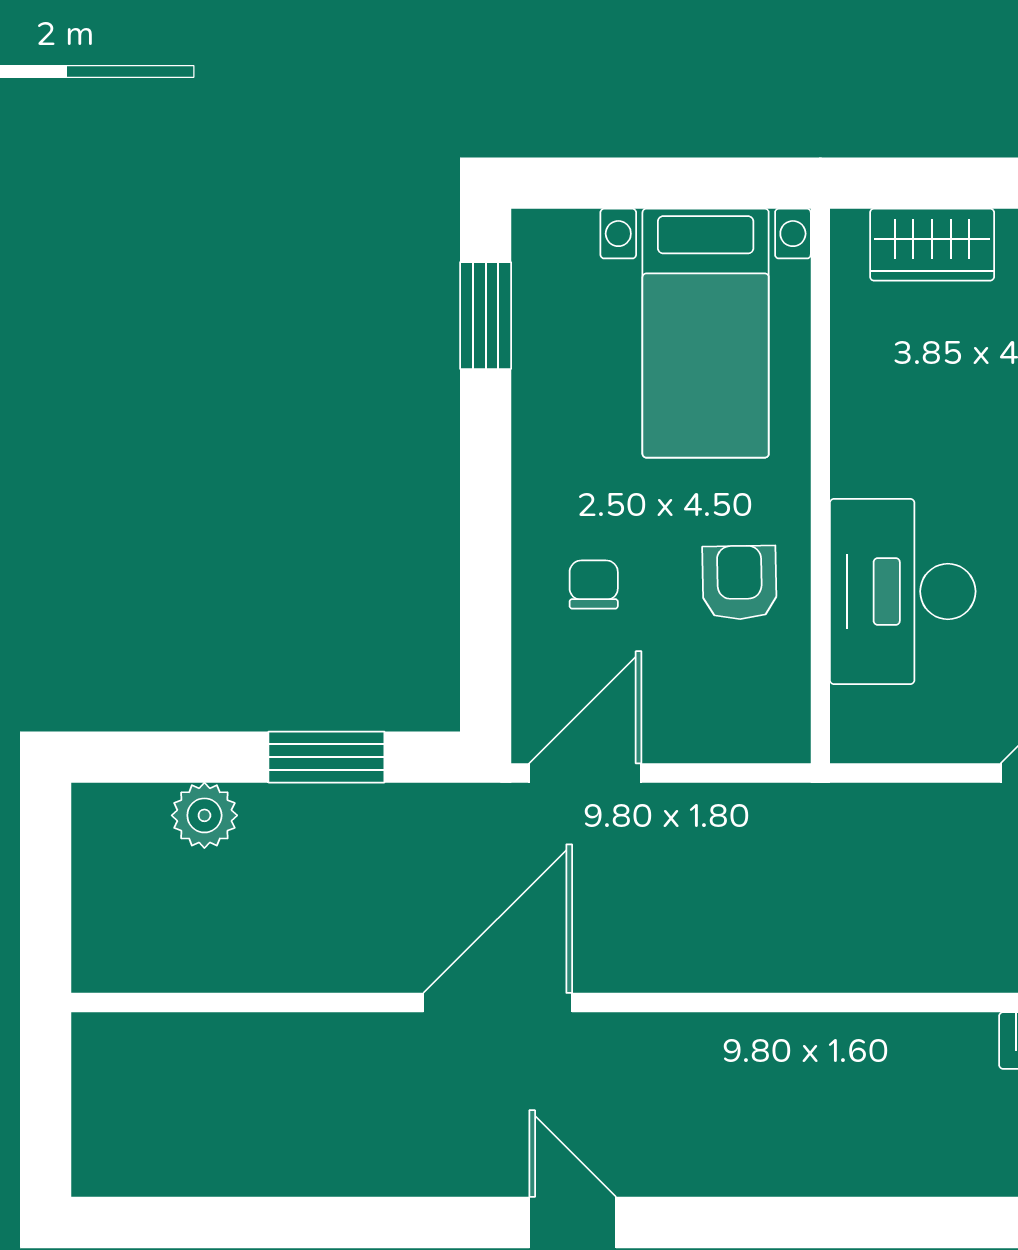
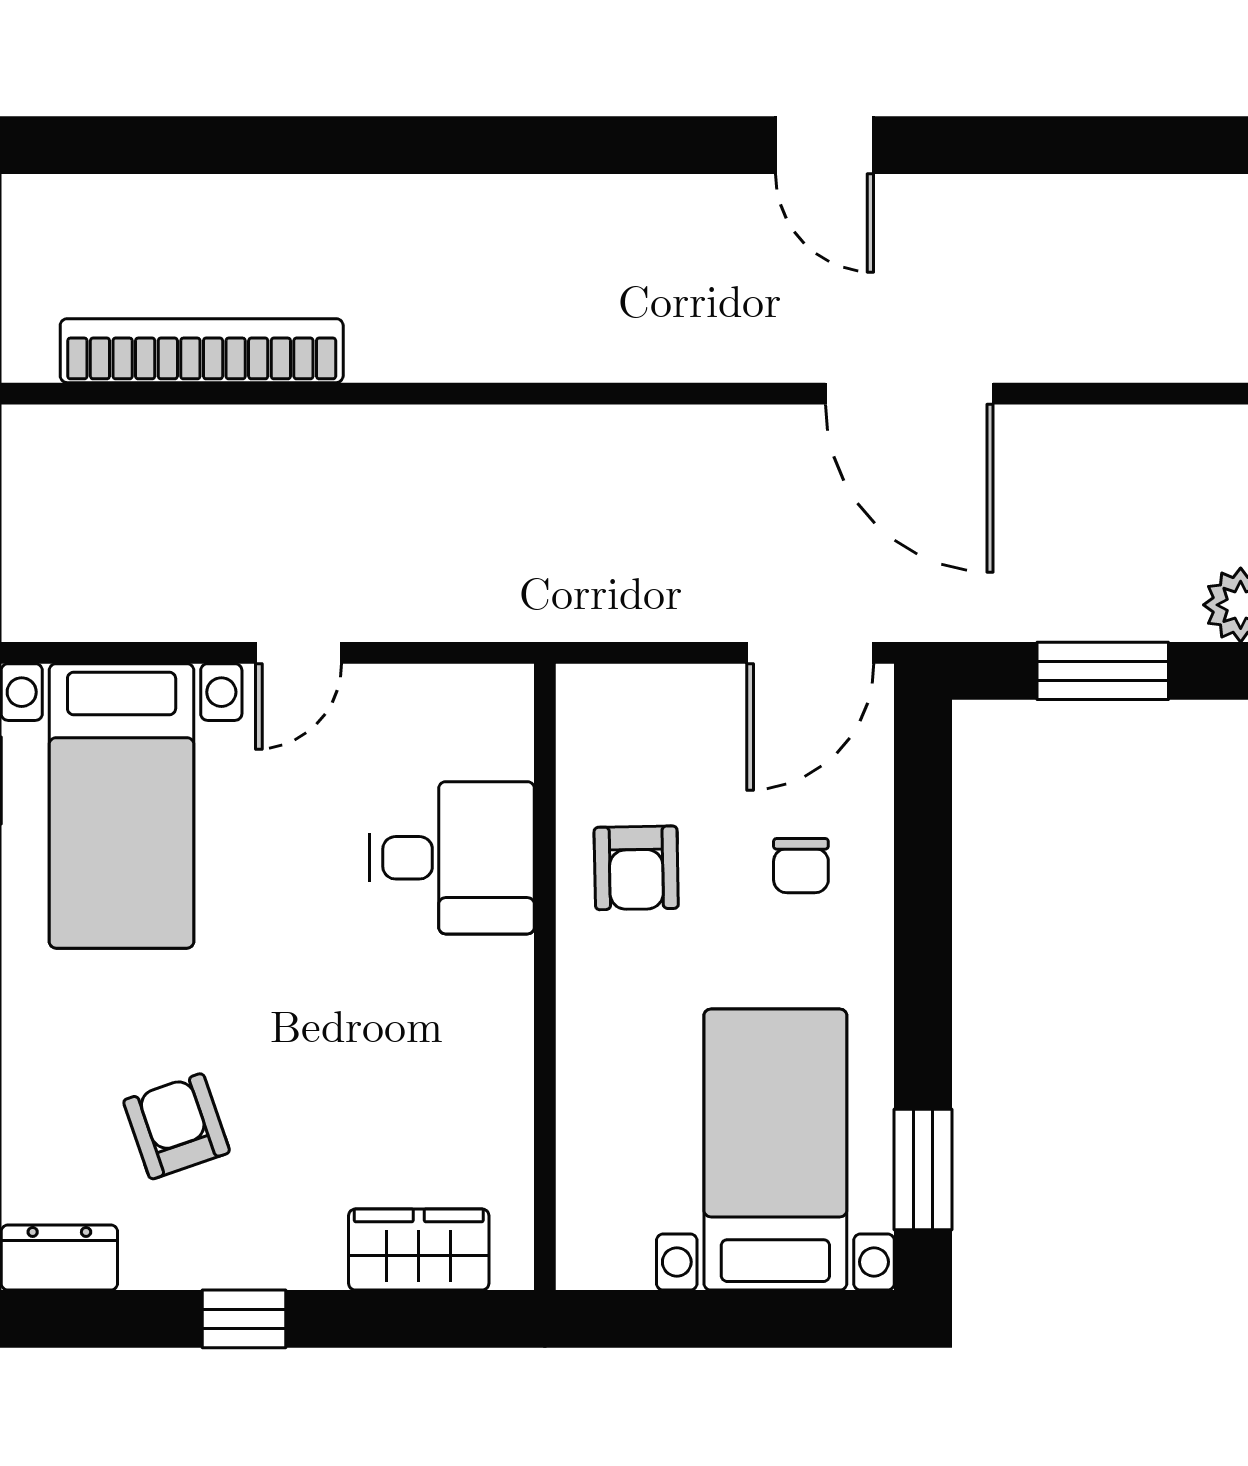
bed with nightstands: (706, 333) -> (775, 1150), moved
desk: (903, 591) -> (452, 858), width x0.73
door: (498, 1003) -> (909, 394), hinge flipped

